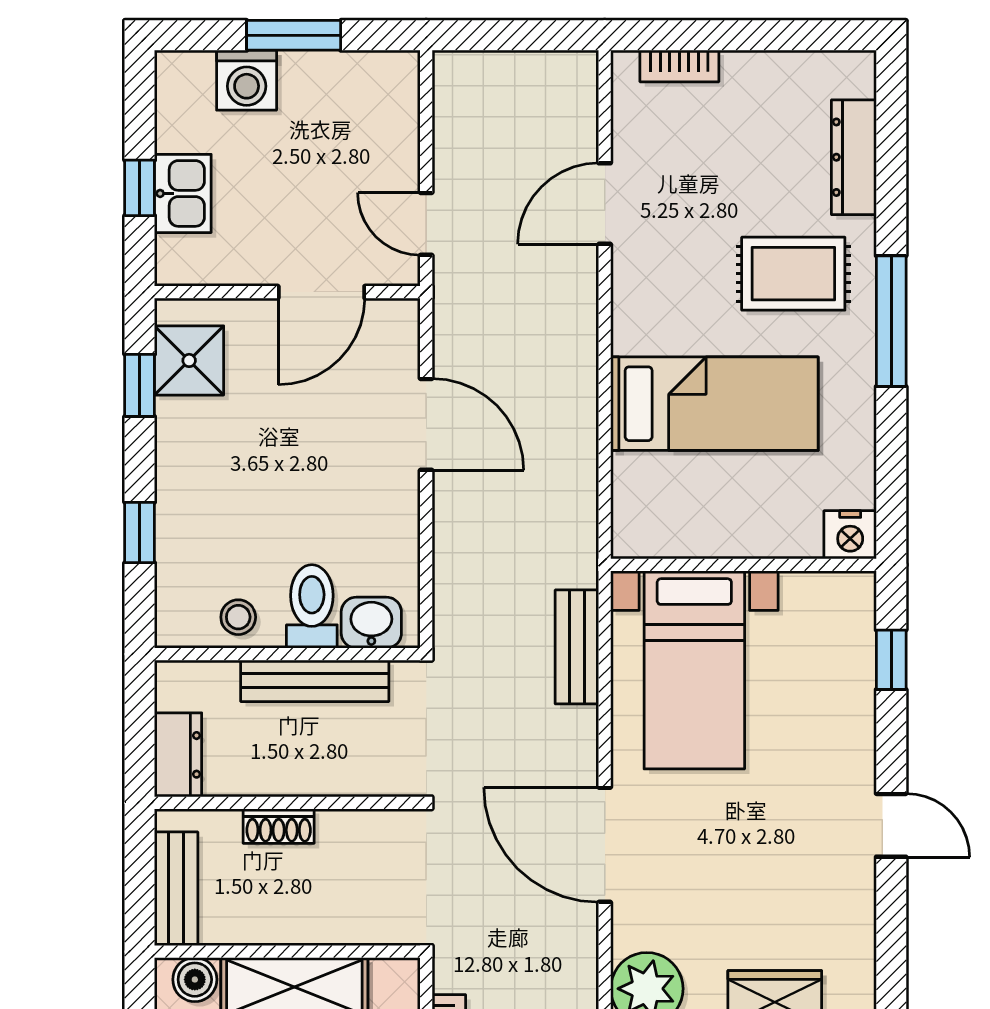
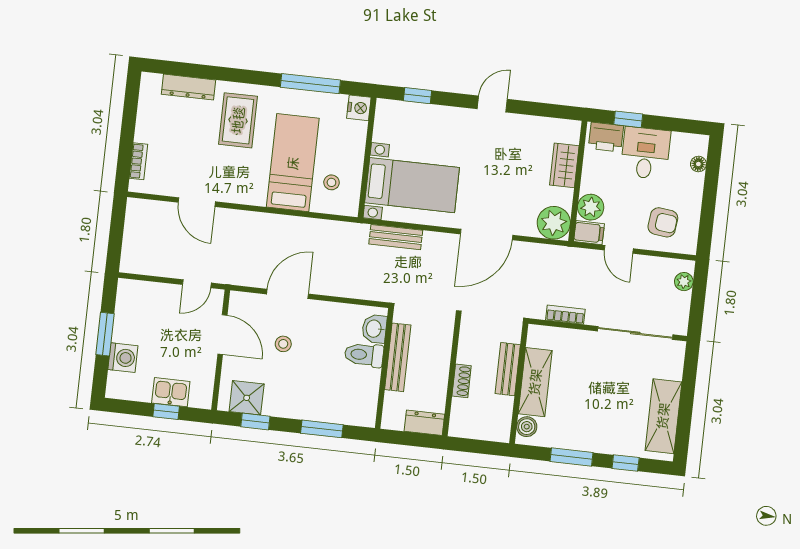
window: (891, 321) -> (310, 84), moved
stool: (681, 493) -> (331, 182), added
window: (140, 532) -> (322, 429), width x1.50
stool: (238, 617) -> (283, 344), moved
bench: (176, 889) -> (508, 369), moved, turned 90

